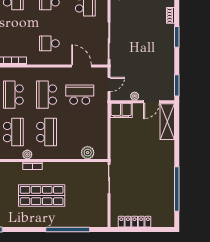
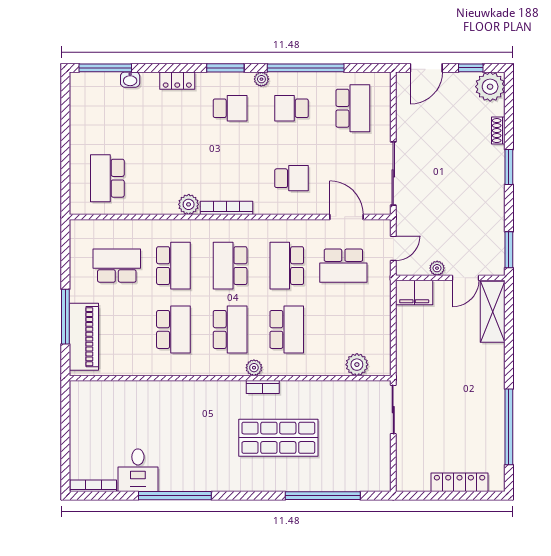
school desk: (49, 43) -> (291, 178), turned 180
school desk: (80, 95) -> (343, 266), turned 180
locker: (135, 222) -> (460, 482), moved

